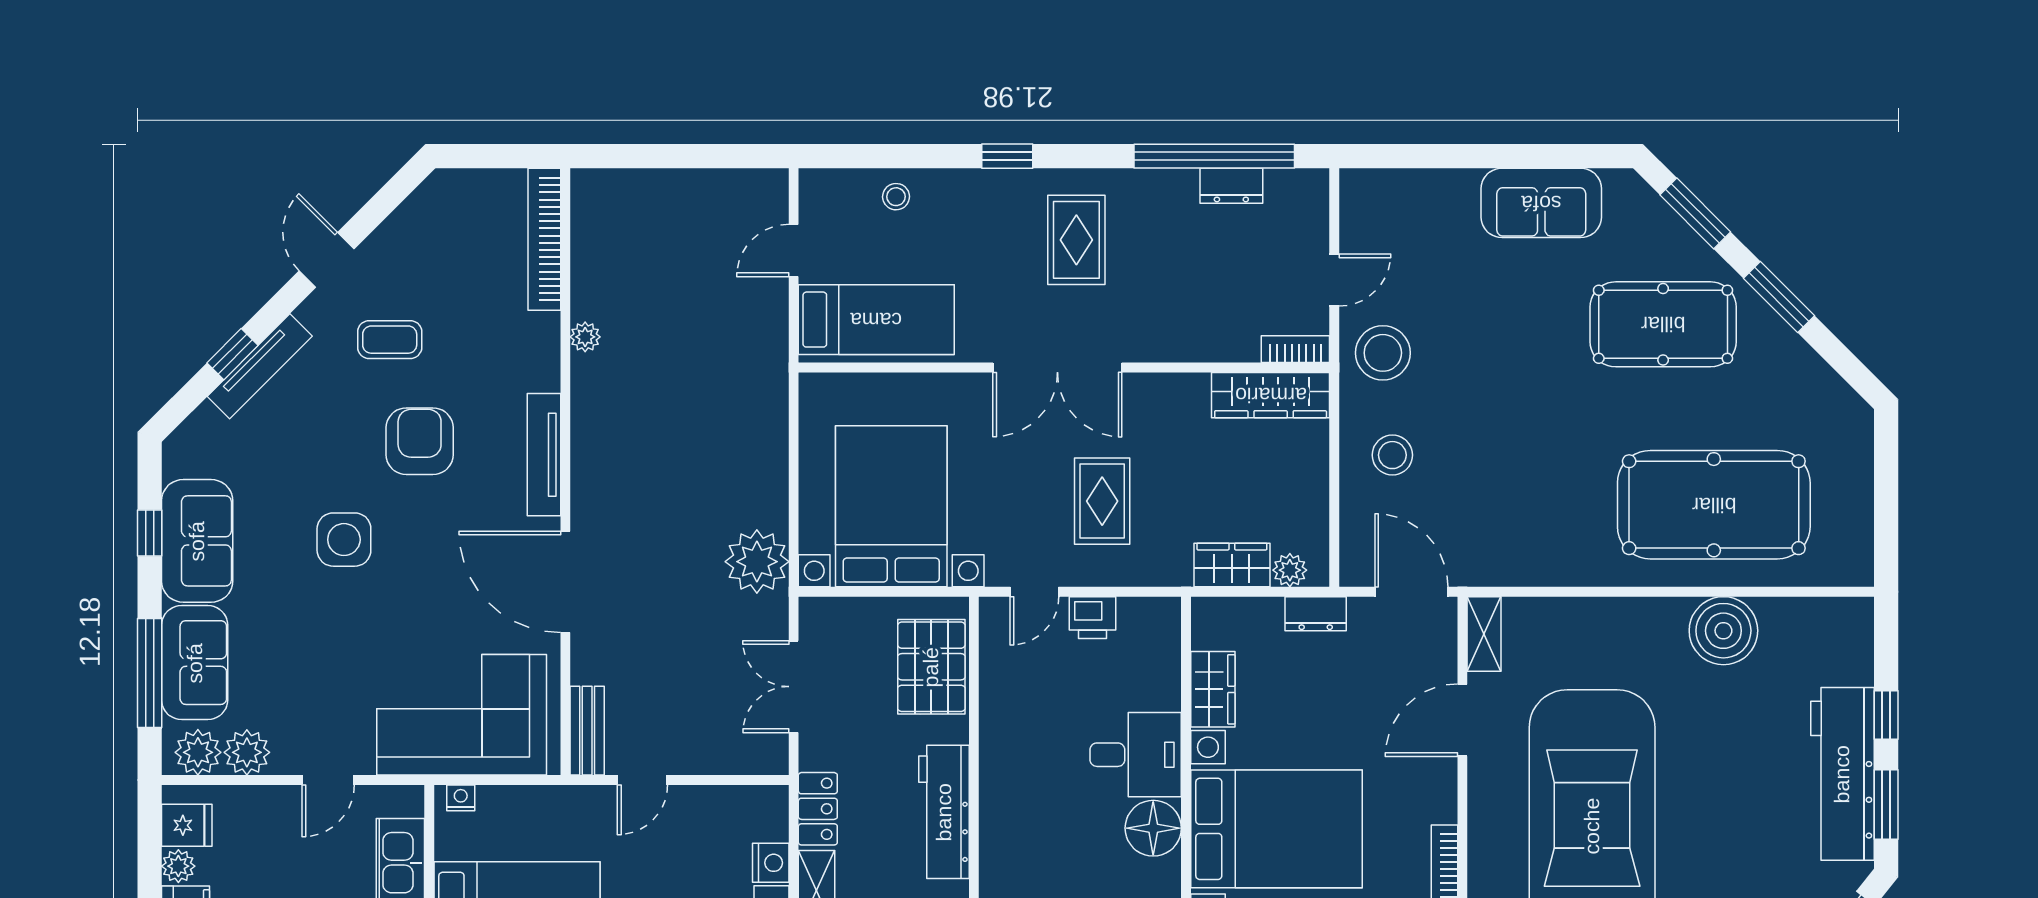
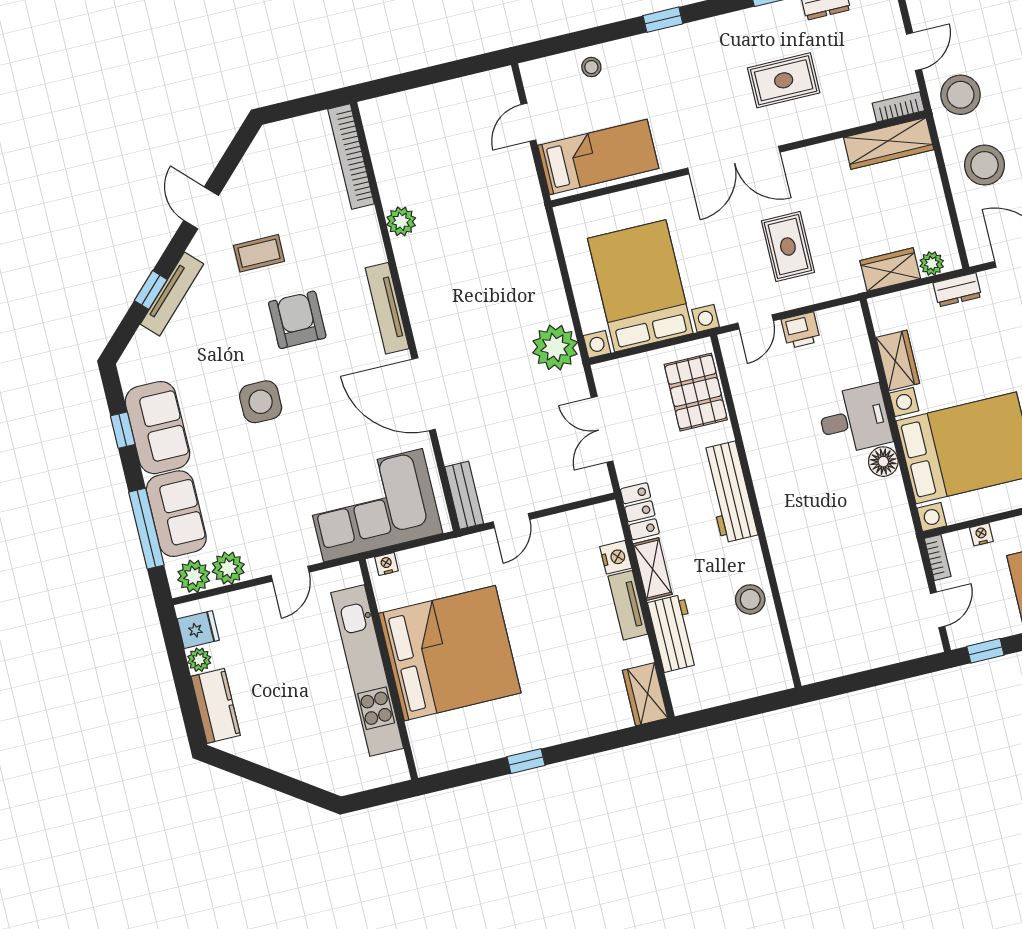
rug: (1076, 240) -> (784, 80), moved, turned 90
plant: (585, 337) -> (401, 221), width x1.38, depth x1.38
stool: (1392, 455) -> (985, 165), width x1.38, depth x1.38
floor lamp: (1153, 828) -> (883, 462), width x0.73, depth x0.73

